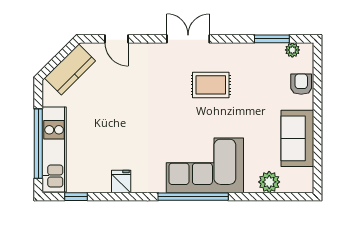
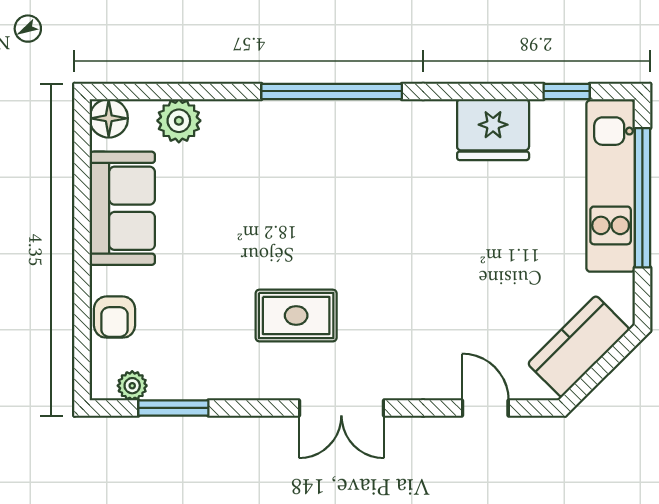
corner sofa: (205, 165) -> (308, 154), removed
fridge: (121, 181) -> (493, 130), width x1.88, depth x1.34
floor lamp: (304, 183) -> (109, 118), added

